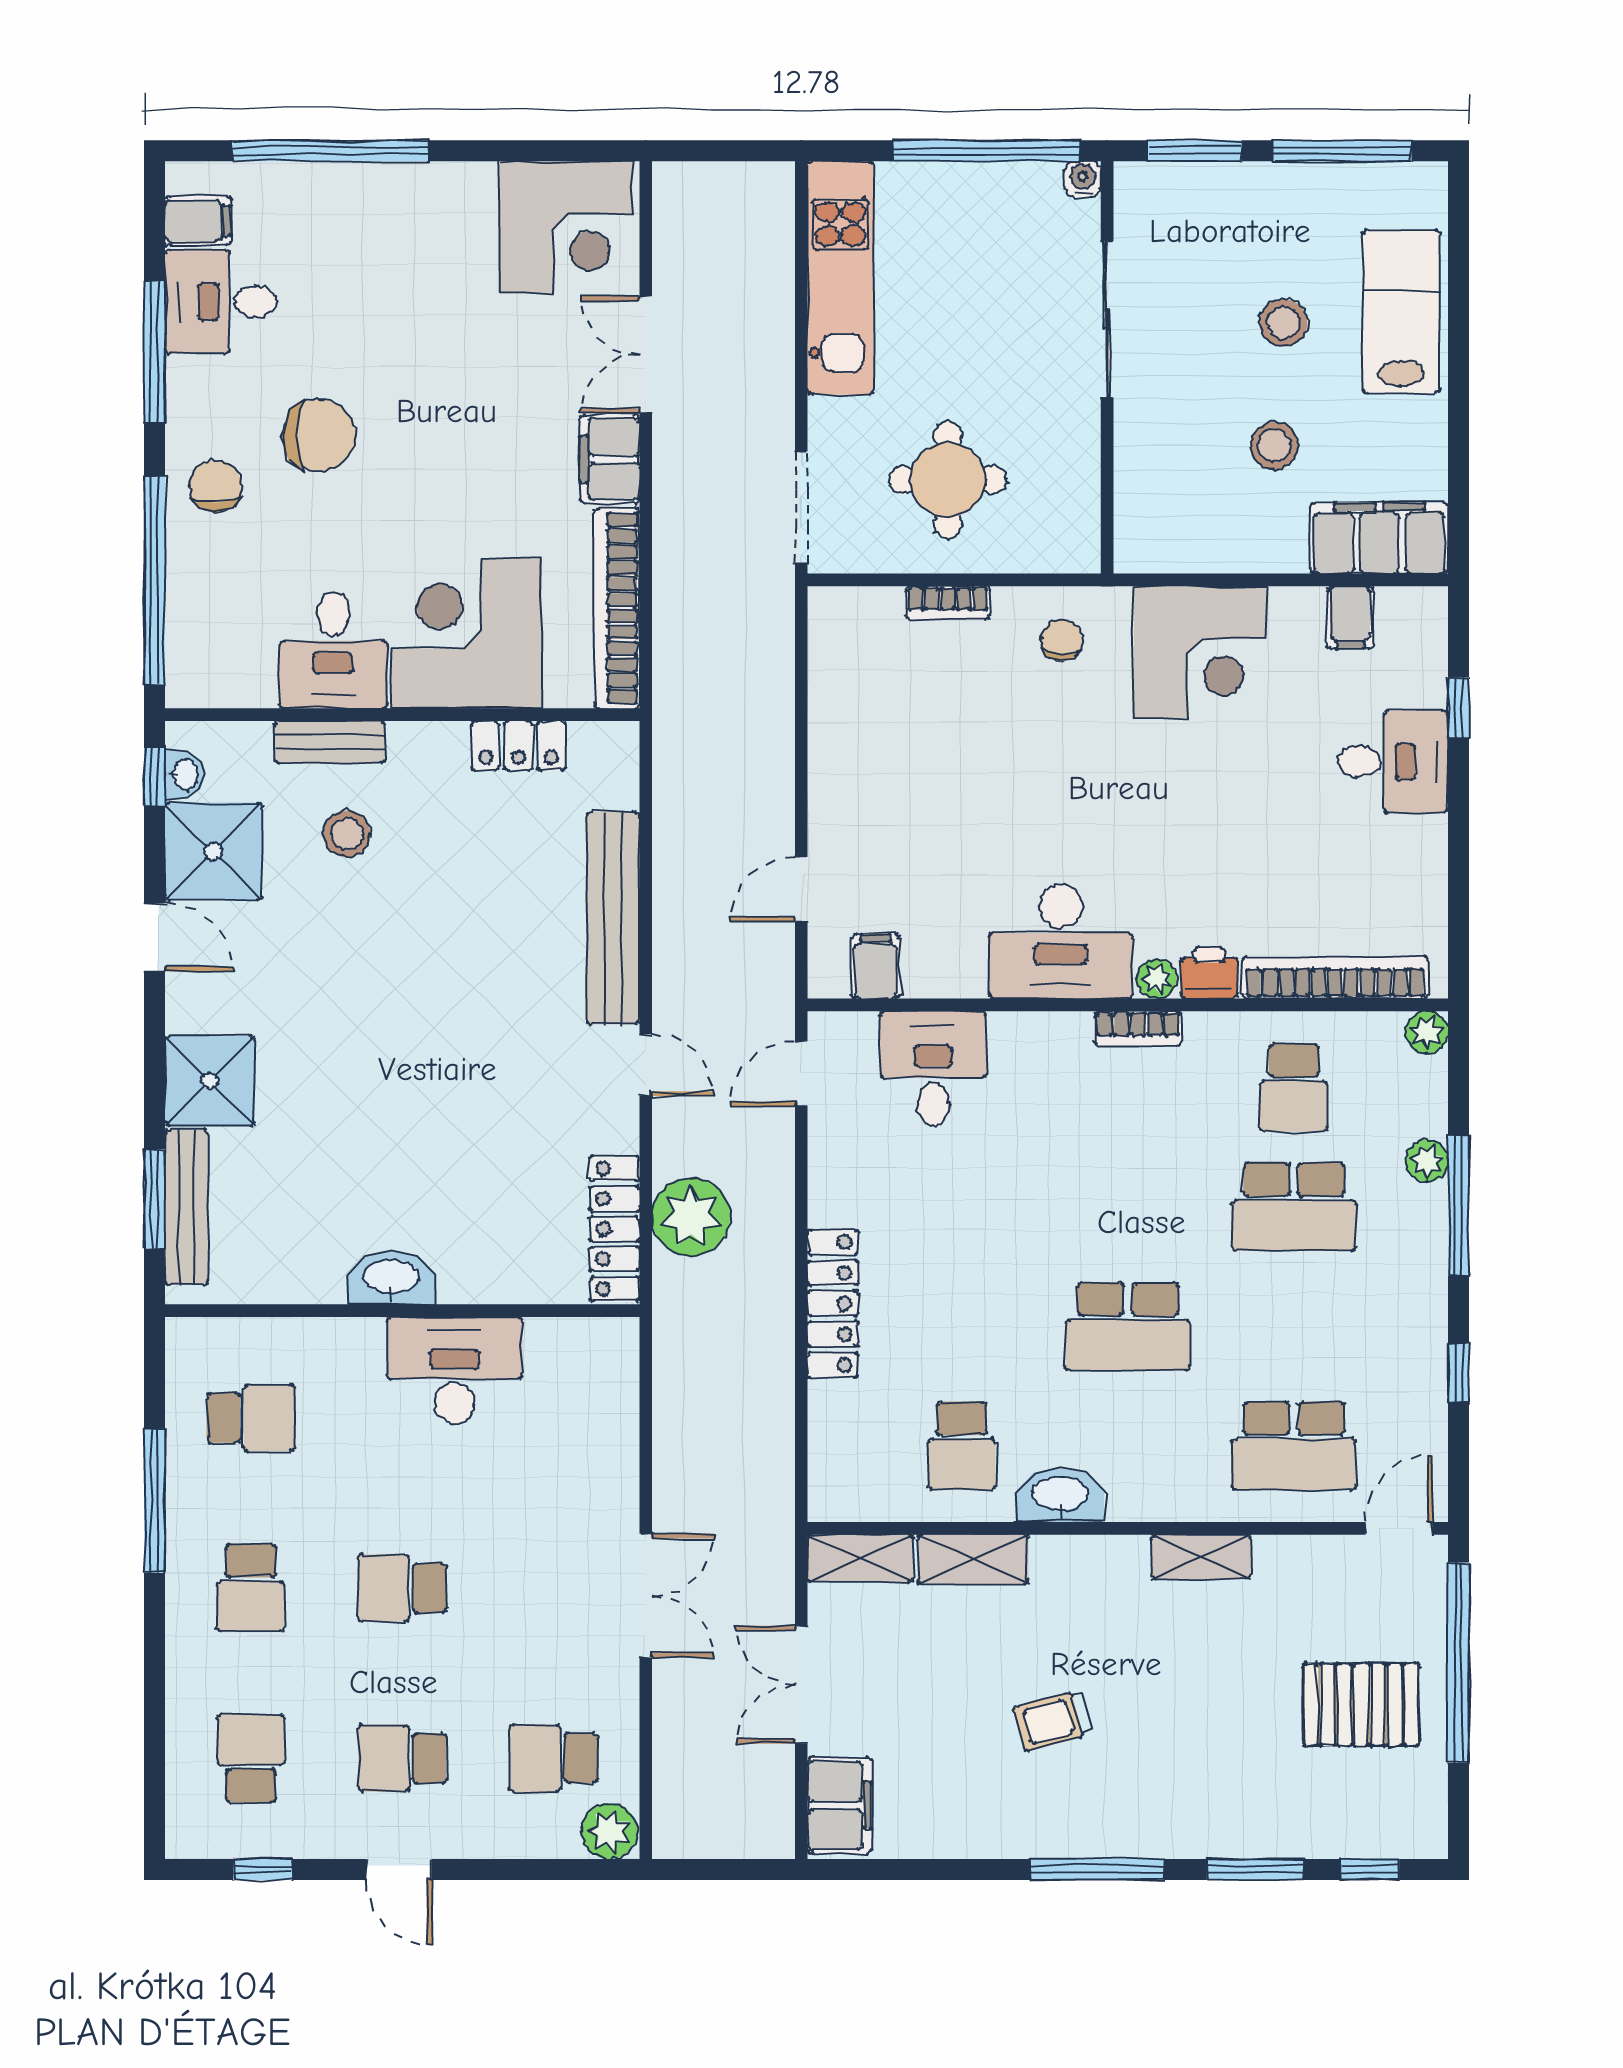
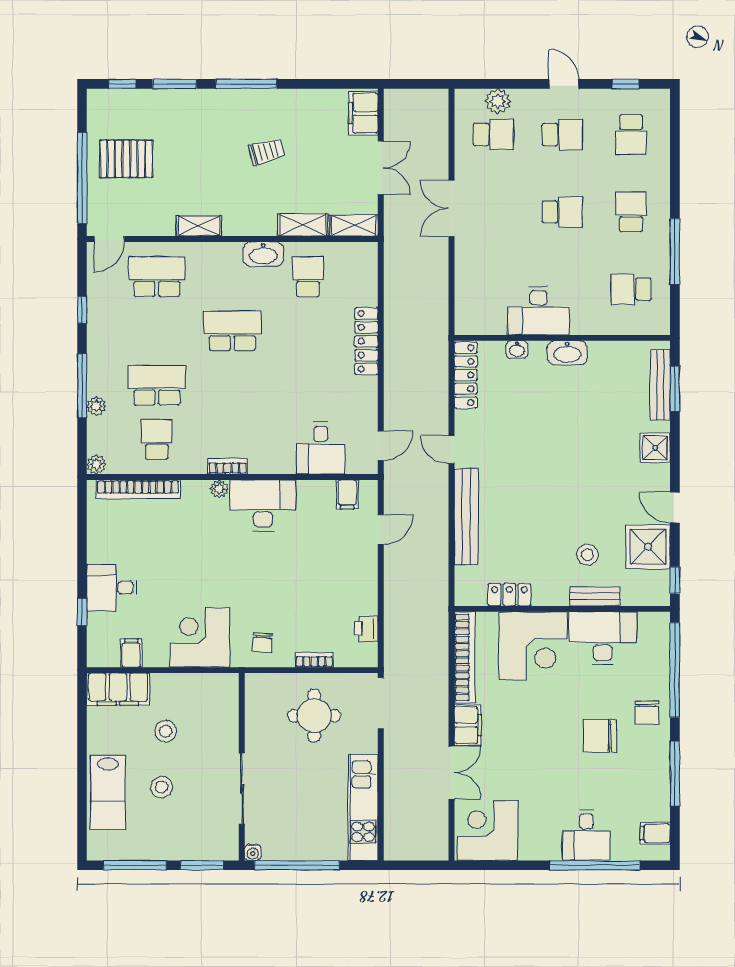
desk: (221, 302) -> (586, 835), moved, turned 90
desk: (333, 650) -> (603, 638), width x1.37
washbasin: (184, 774) -> (517, 350), moved, turned -90
printer: (1209, 973) -> (366, 629), moved, turned 90
shower: (210, 1081) -> (655, 448), width x0.73, depth x0.73
plant: (691, 1217) -> (431, 381), removed
plant: (610, 1831) -> (498, 101), moved

